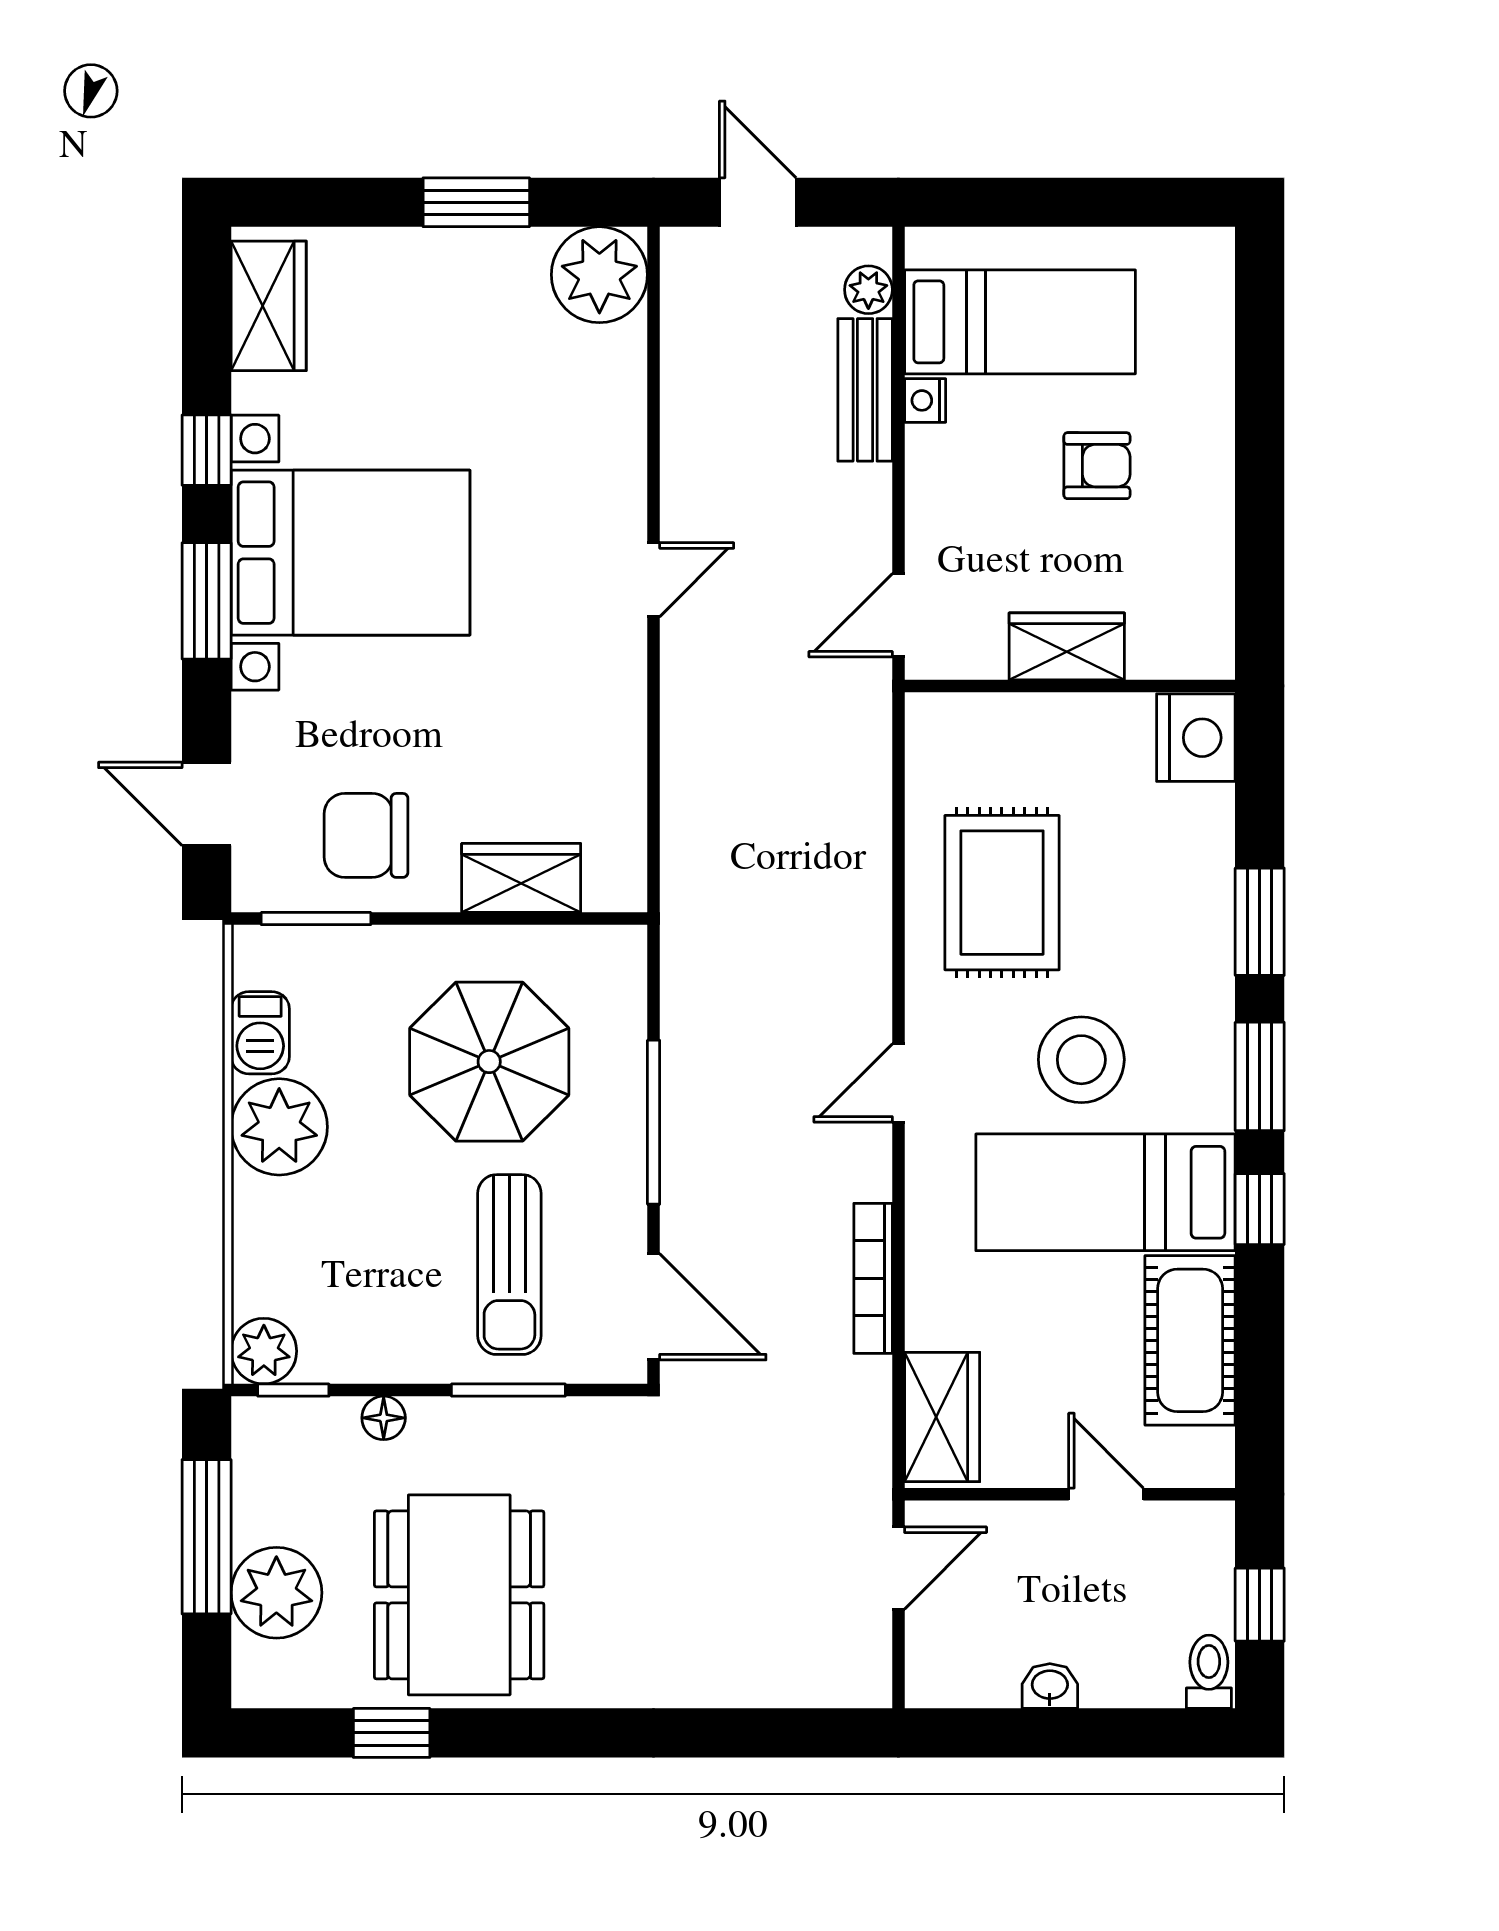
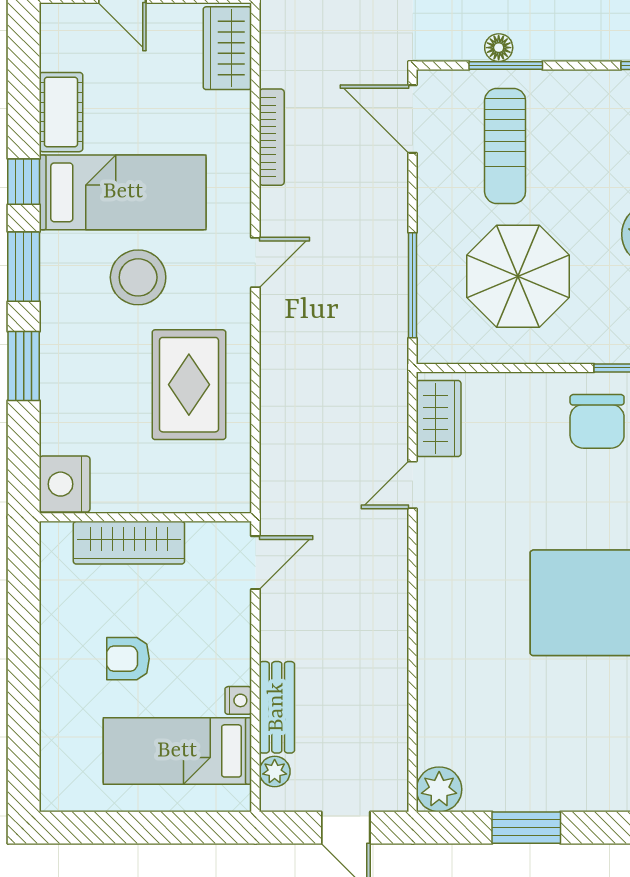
plant: (599, 275) -> (439, 789), width x0.73, depth x0.73
door: (654, 580) -> (413, 485), moved
wardrobe: (1067, 646) -> (129, 543), width x1.50
chair: (366, 835) -> (597, 421), turned 90
wardrobe: (521, 878) -> (439, 419), moved, turned -90
window: (654, 1122) -> (413, 285), moved
sun lounger: (509, 1265) -> (505, 146), turned 180
cot: (1190, 1340) -> (61, 112), width x0.73, depth x0.75
floor lamp: (384, 1418) -> (499, 48), moved

